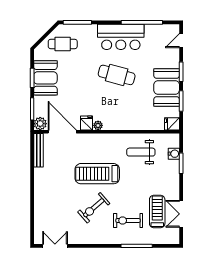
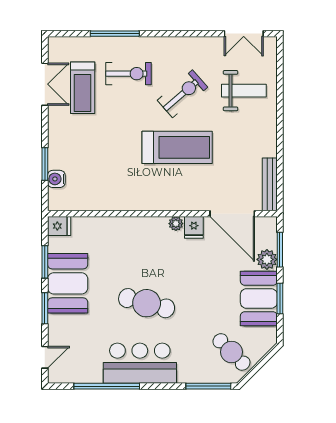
cafe table: (63, 44) -> (231, 352), turned 45
plant: (40, 124) -> (267, 259), moved
weight bench: (141, 152) -> (244, 91), moved

